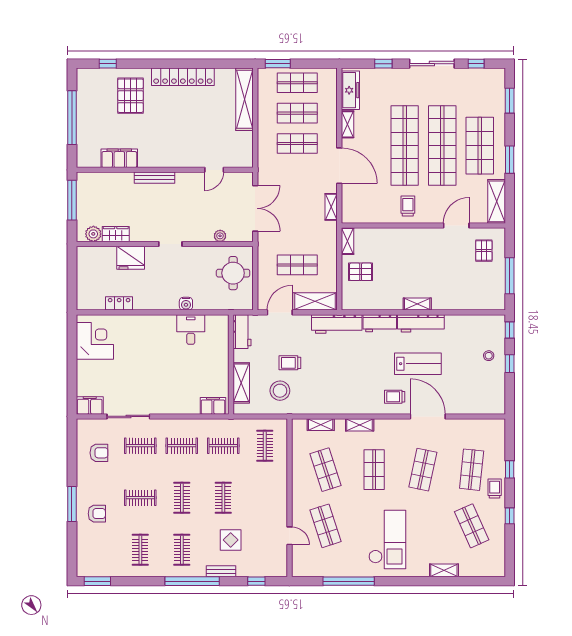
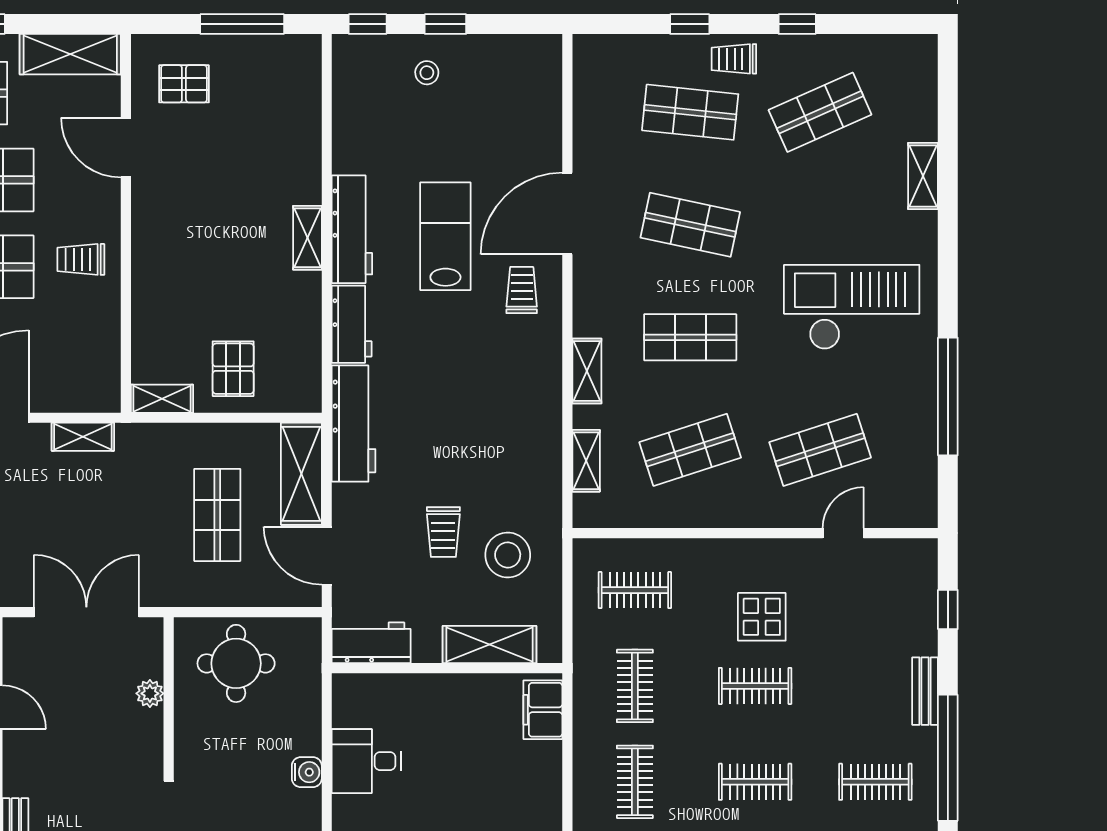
trolley: (395, 397) -> (522, 290), turned 180
display table: (231, 540) -> (762, 617), moved

